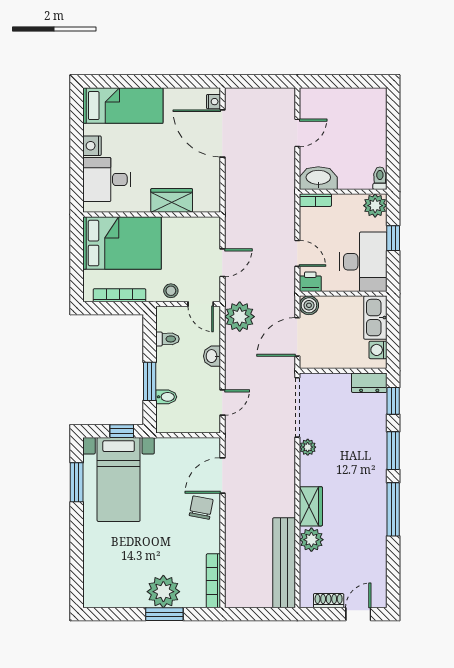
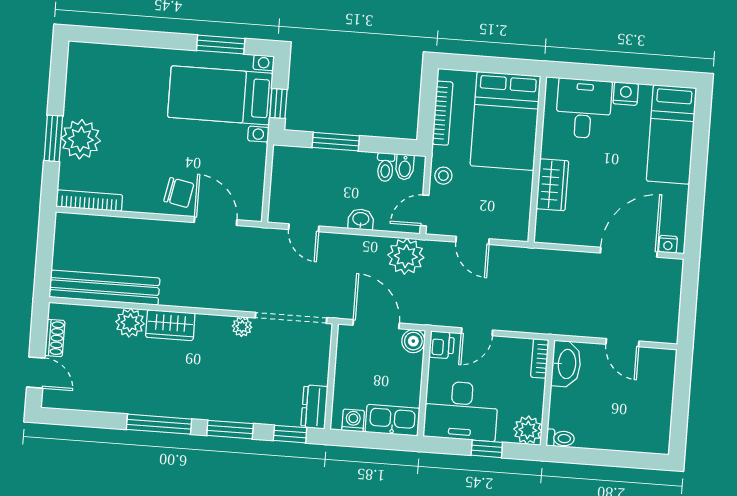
bidet: (166, 397) -> (405, 167), moved

